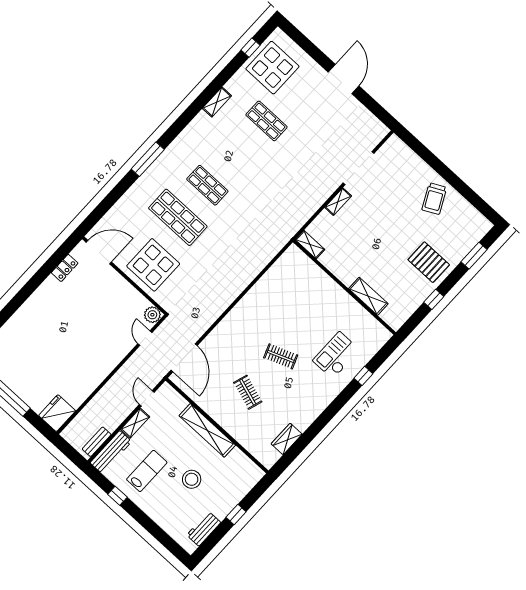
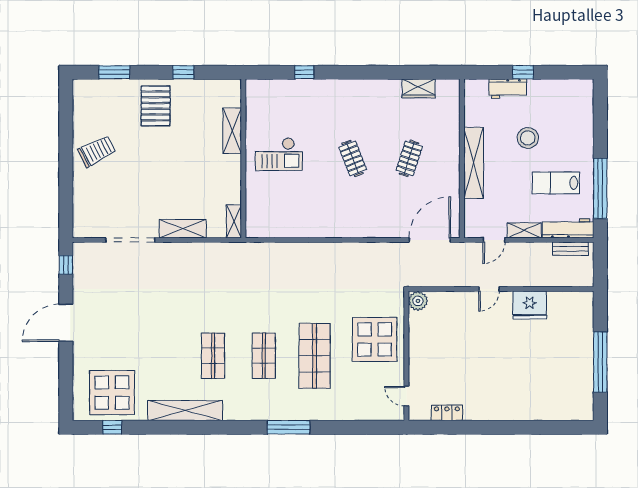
shelving: (217, 102) -> (185, 411), width x2.20, depth x1.33
window: (380, 113) -> (66, 265), added
shop shelf: (266, 121) -> (213, 356), moved
shelving: (338, 202) -> (183, 229), width x1.50, depth x1.33
door: (99, 252) -> (406, 396), width x0.53
door: (145, 338) -> (489, 289), moved
checkout: (336, 355) -> (279, 154), moved
fridge: (57, 413) -> (530, 305), moved
window: (117, 496) -> (600, 188), width x3.17
workbench: (204, 529) -> (508, 89), moved

